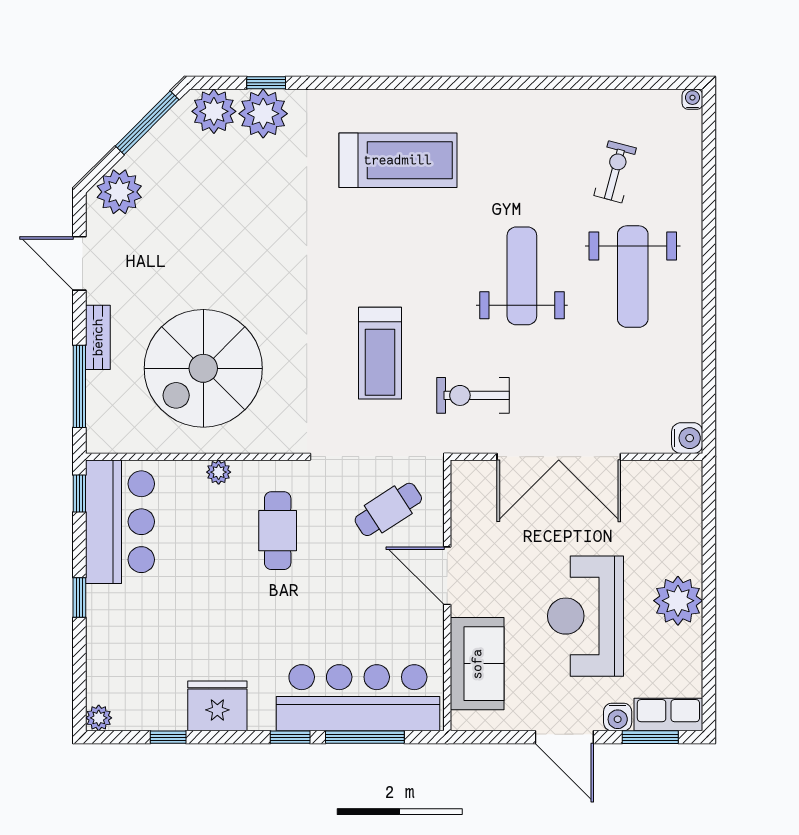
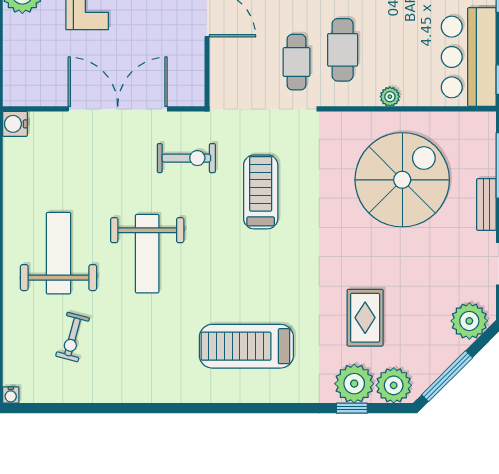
rug: (250, 196) -> (365, 318), added
cafe table: (388, 509) -> (297, 62), moved, turned -57

